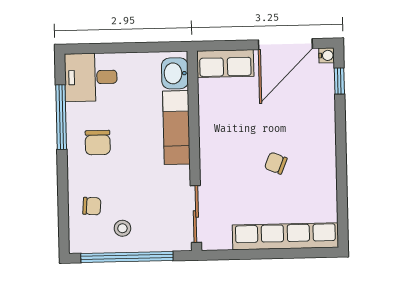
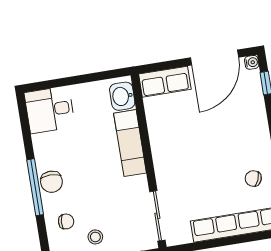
window: (61, 117) -> (35, 187), moved
chair: (98, 143) -> (51, 182), moved
chair: (276, 163) -> (253, 178), moved

